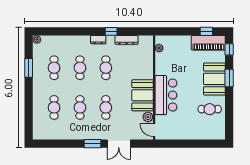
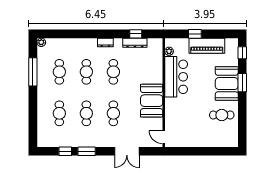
window: (111, 31) -> (136, 34), moved
window: (206, 31) -> (195, 34), moved
piano: (208, 43) -> (207, 46), moved
window: (29, 68) -> (33, 72), width x1.44
bar counter: (166, 95) -> (176, 77), moved
plant: (148, 117) -> (157, 123), removed
window: (60, 144) -> (65, 151), added
window: (92, 144) -> (87, 151), moved

